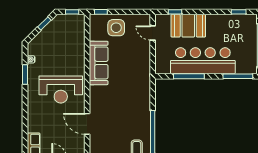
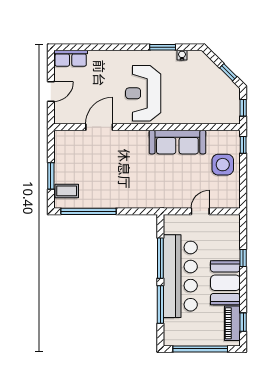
window: (175, 12) -> (243, 258), moved
piano: (240, 20) -> (232, 323), added
booth: (188, 26) -> (225, 283), moved
door: (153, 33) -> (200, 211), moved
window: (238, 76) -> (160, 305), moved

